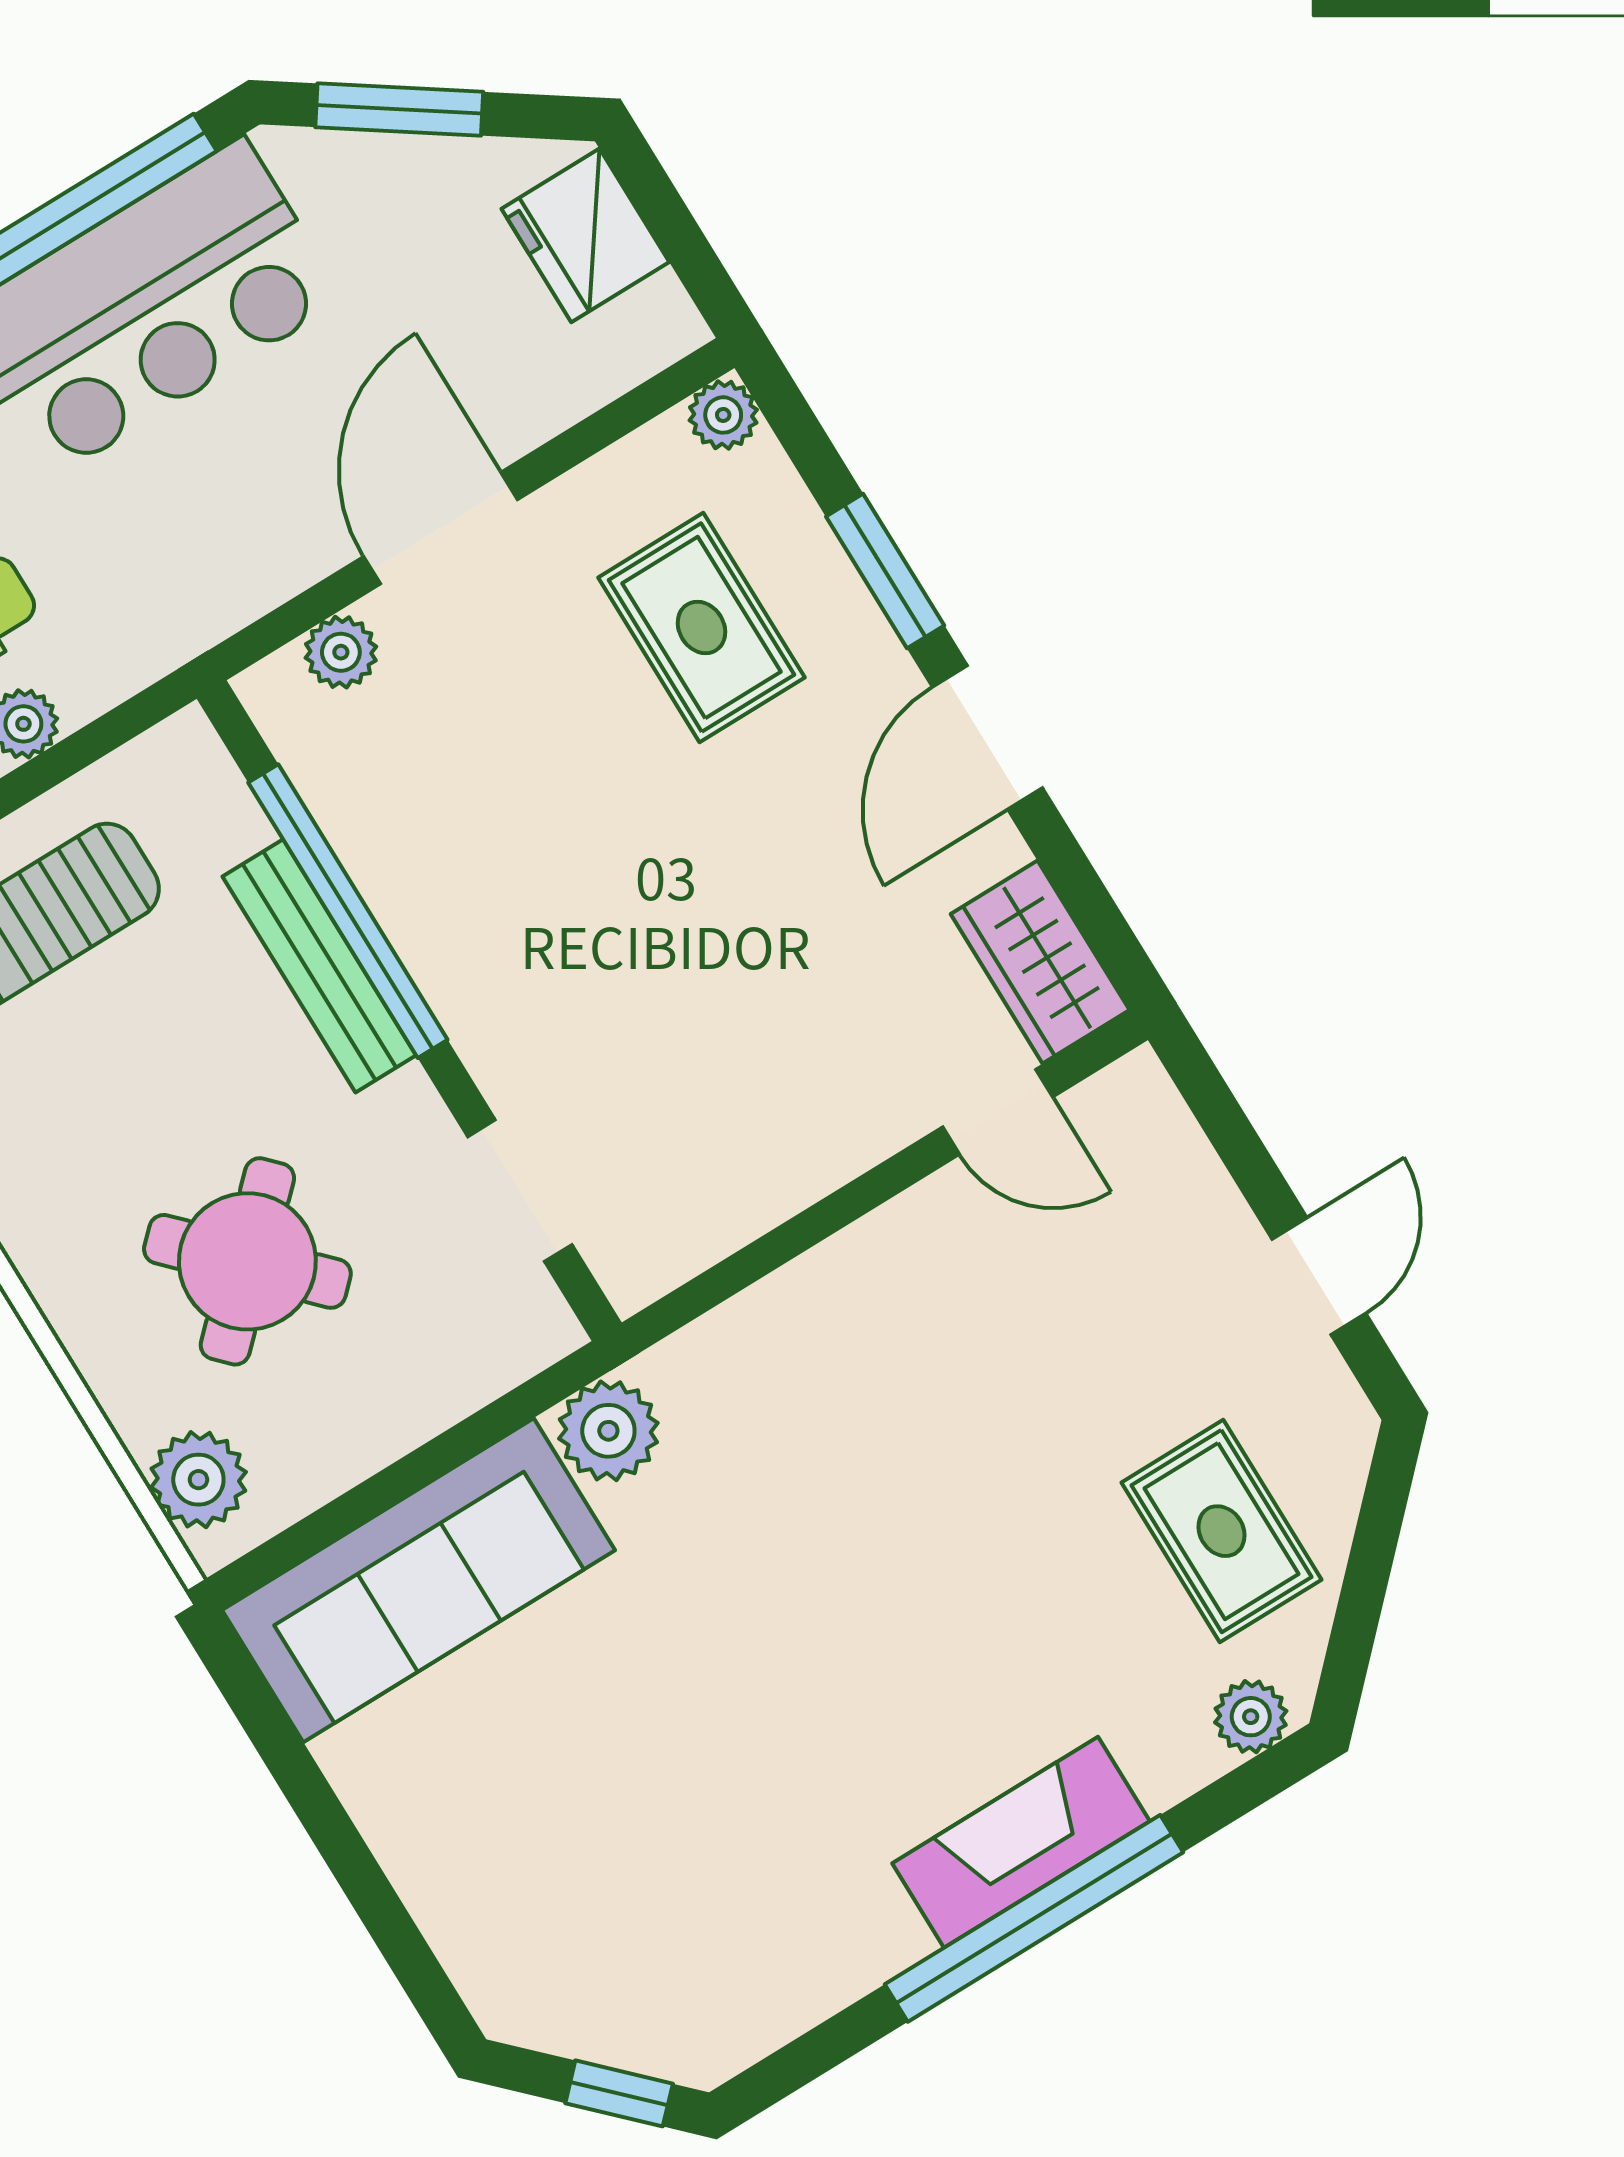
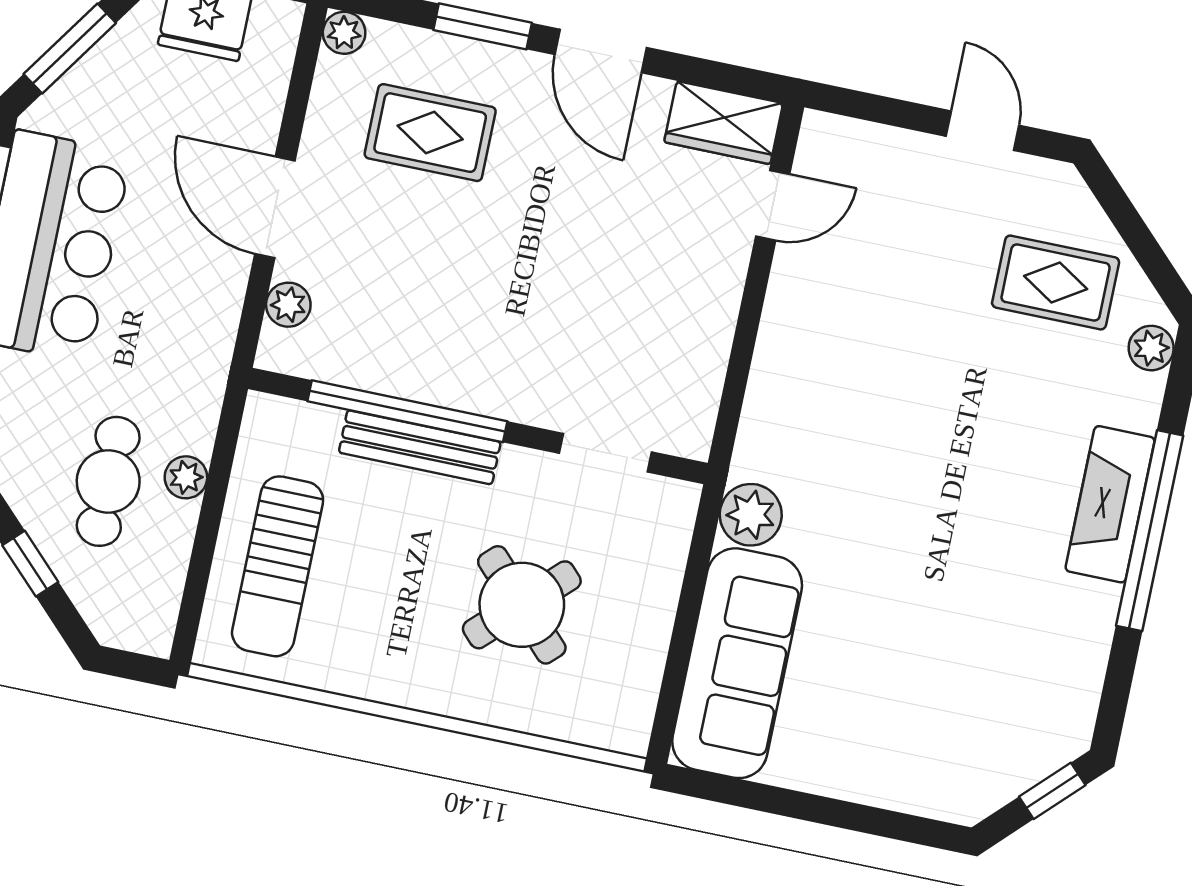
plant: (198, 1480) -> (599, 719), removed

